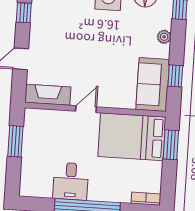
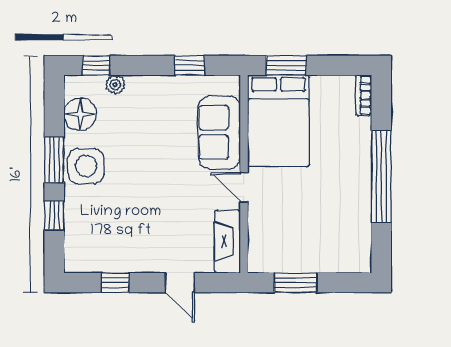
plant: (164, 37) -> (115, 85), moved
sofa: (153, 85) -> (219, 132), moved, turned 90
desk: (71, 181) -> (346, 202), removed

